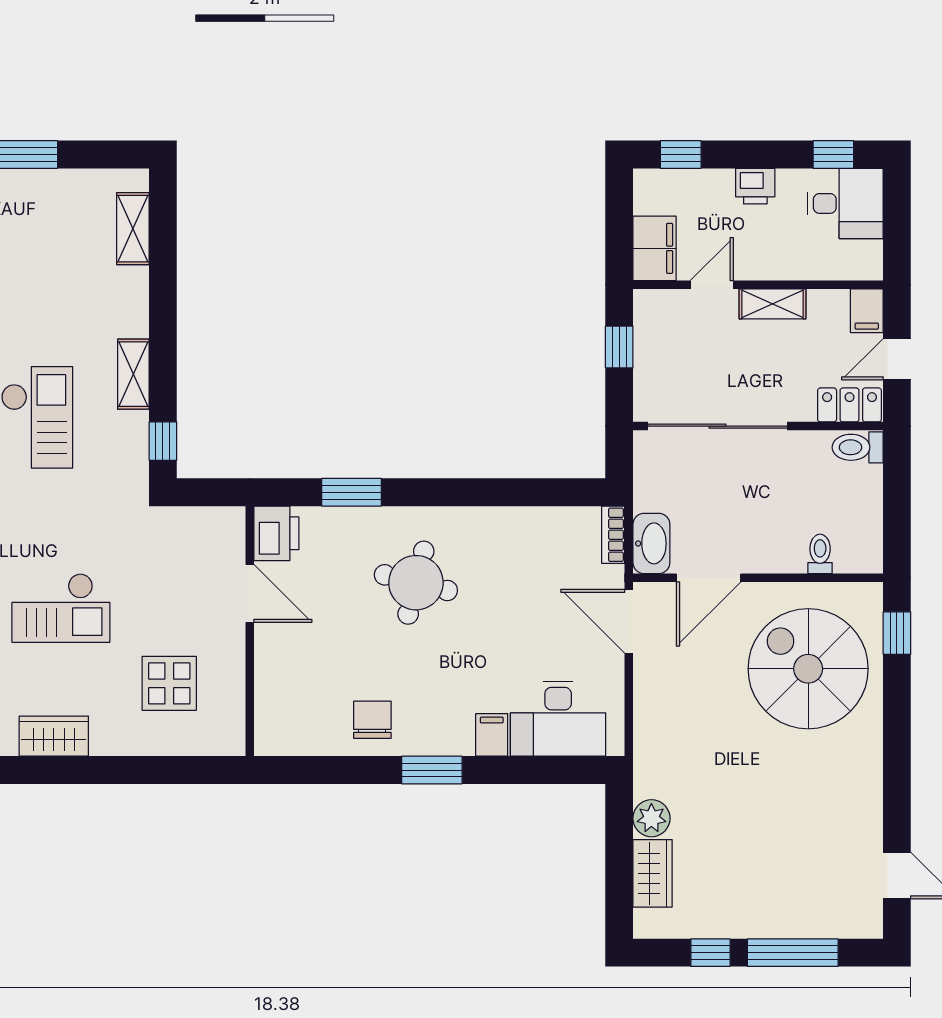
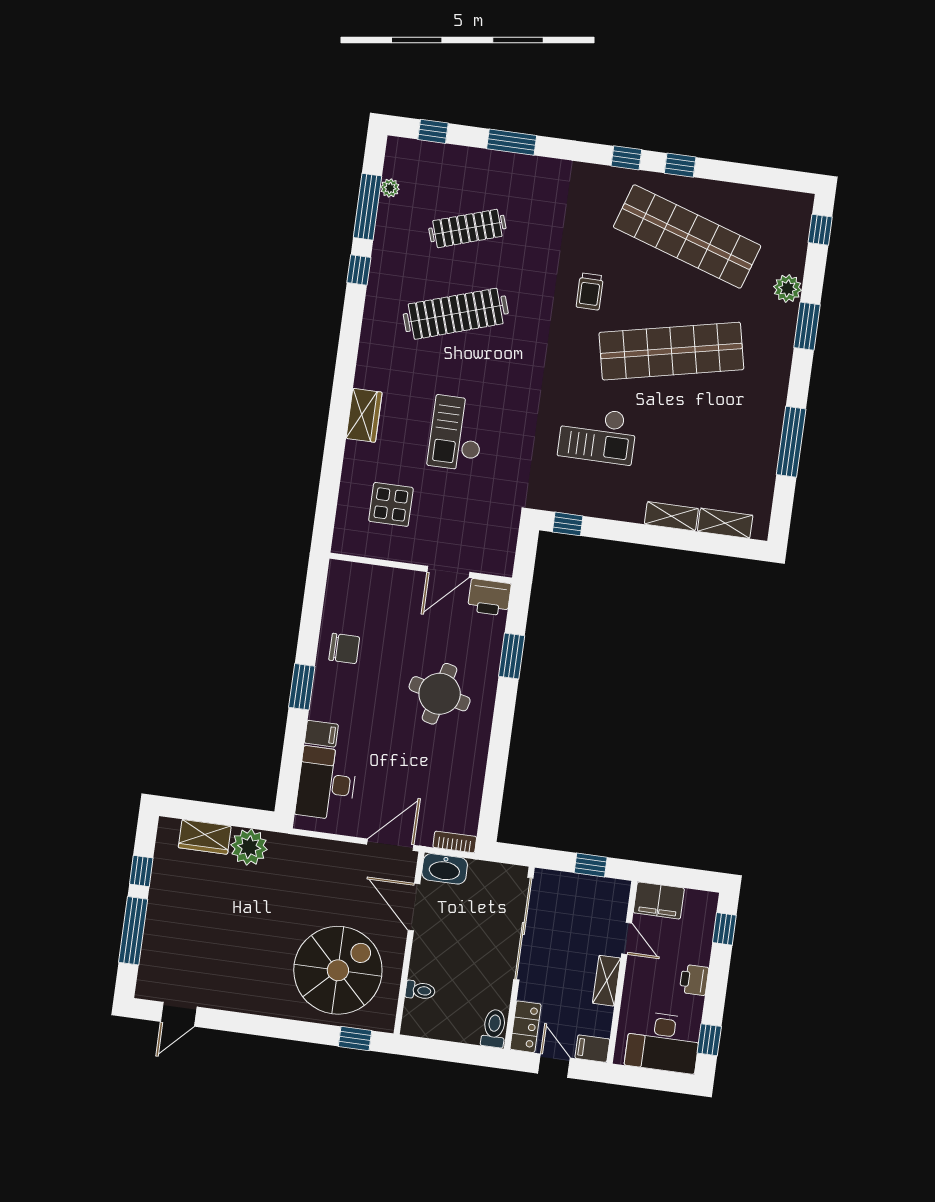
desk: (845, 203) -> (663, 1042), width x1.37
shelving: (133, 374) -> (671, 516), moved
plant: (651, 818) -> (249, 847), width x1.36, depth x1.36

